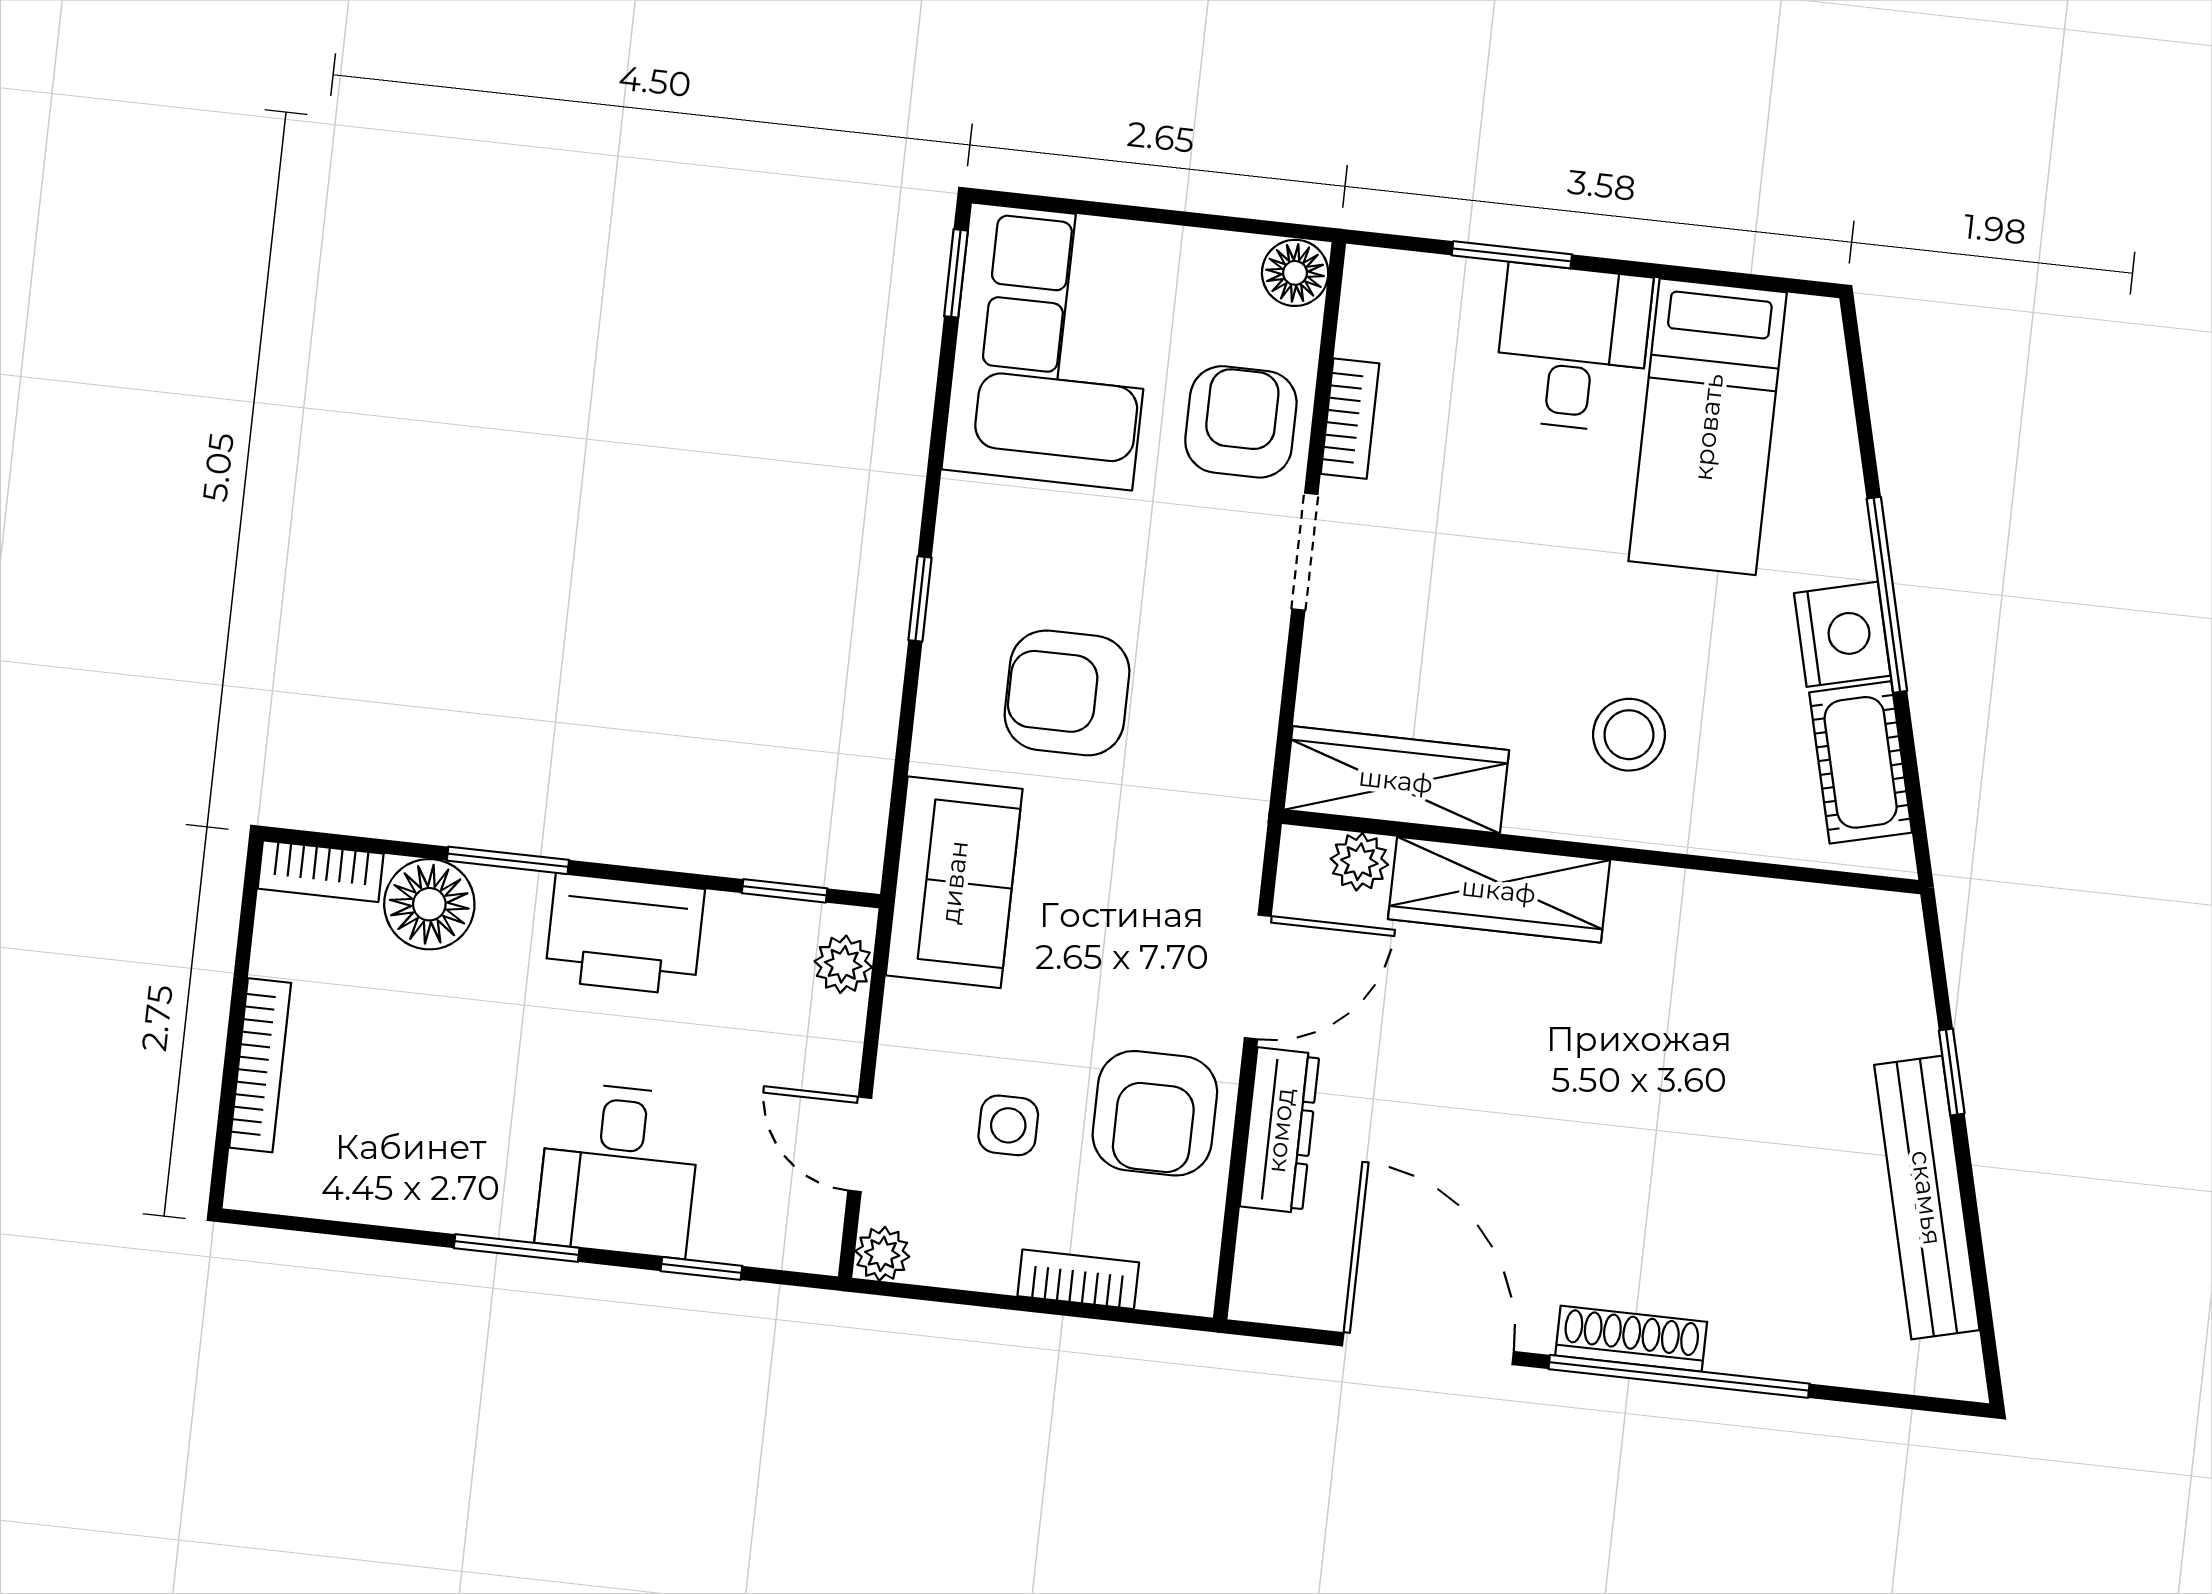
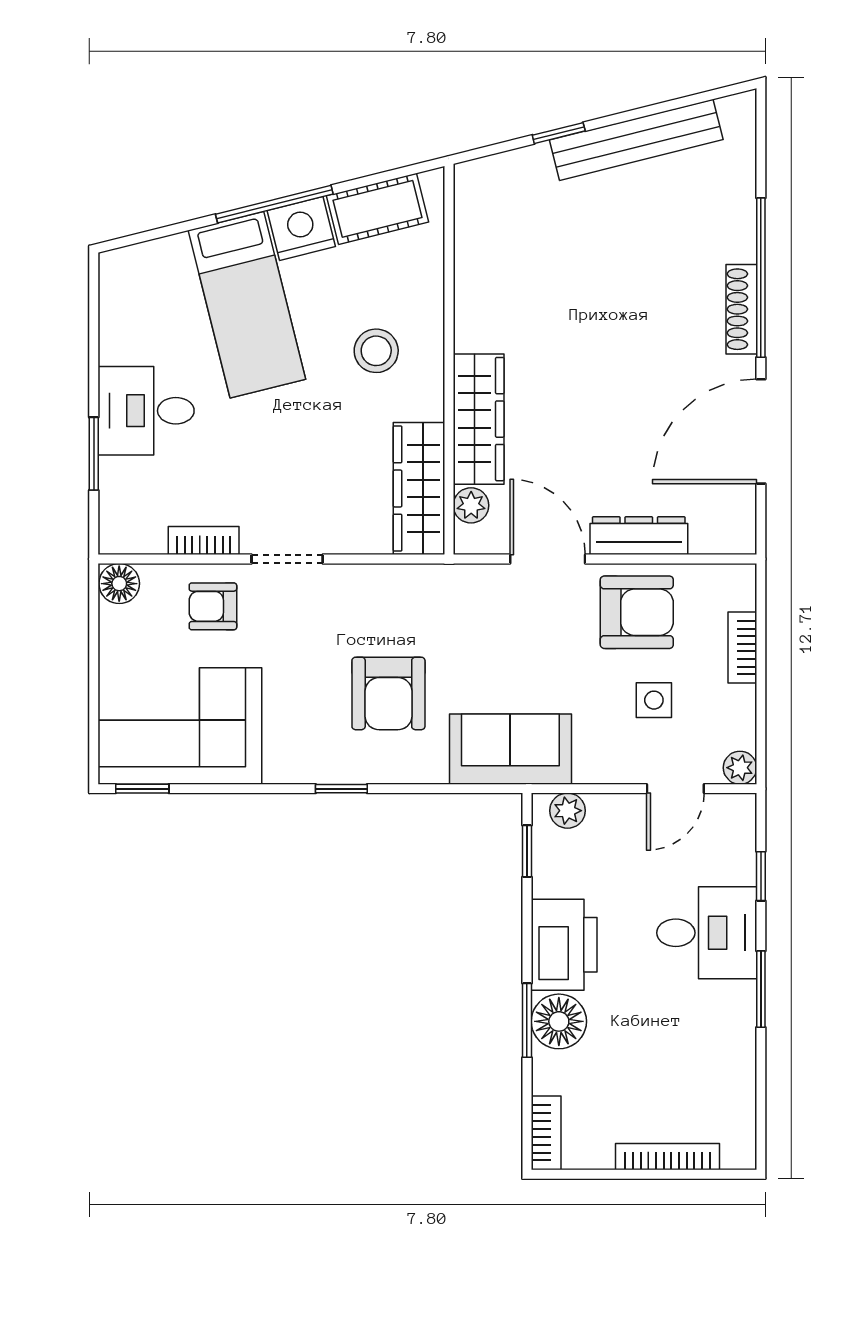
armchair: (1241, 422) -> (213, 606), width x0.72, depth x0.72
bed: (1708, 427) -> (247, 305), moved, turned 76
floor lamp: (429, 904) -> (559, 1021), moved

